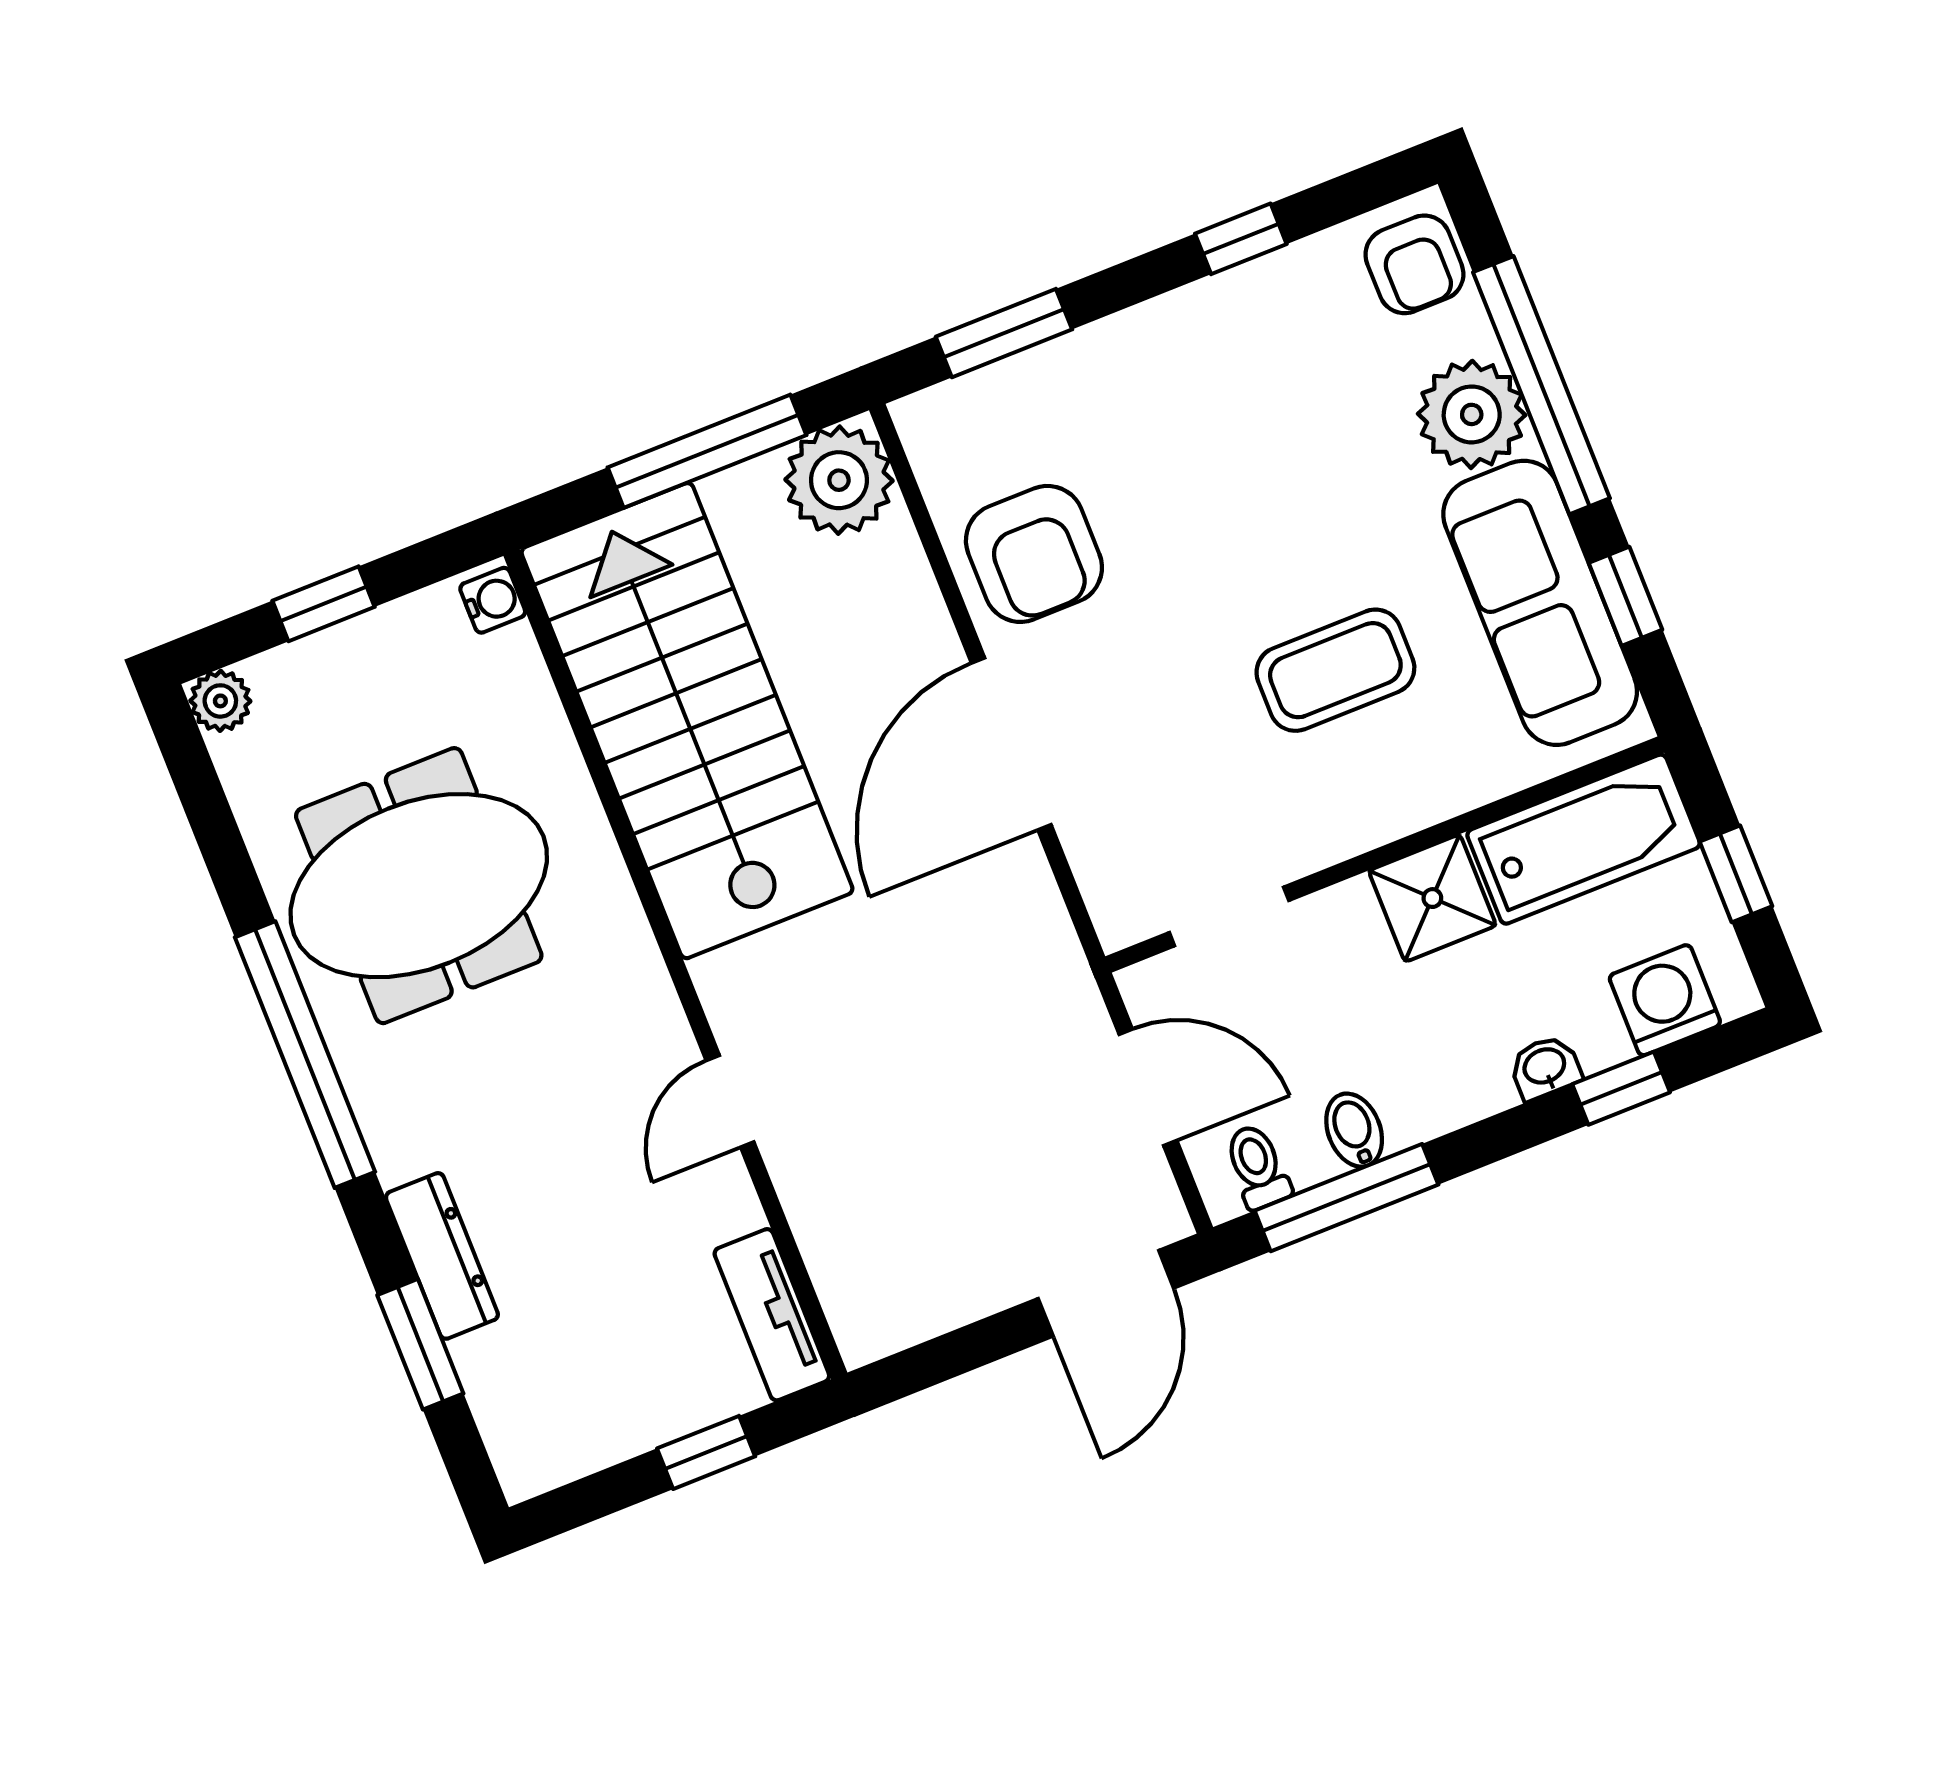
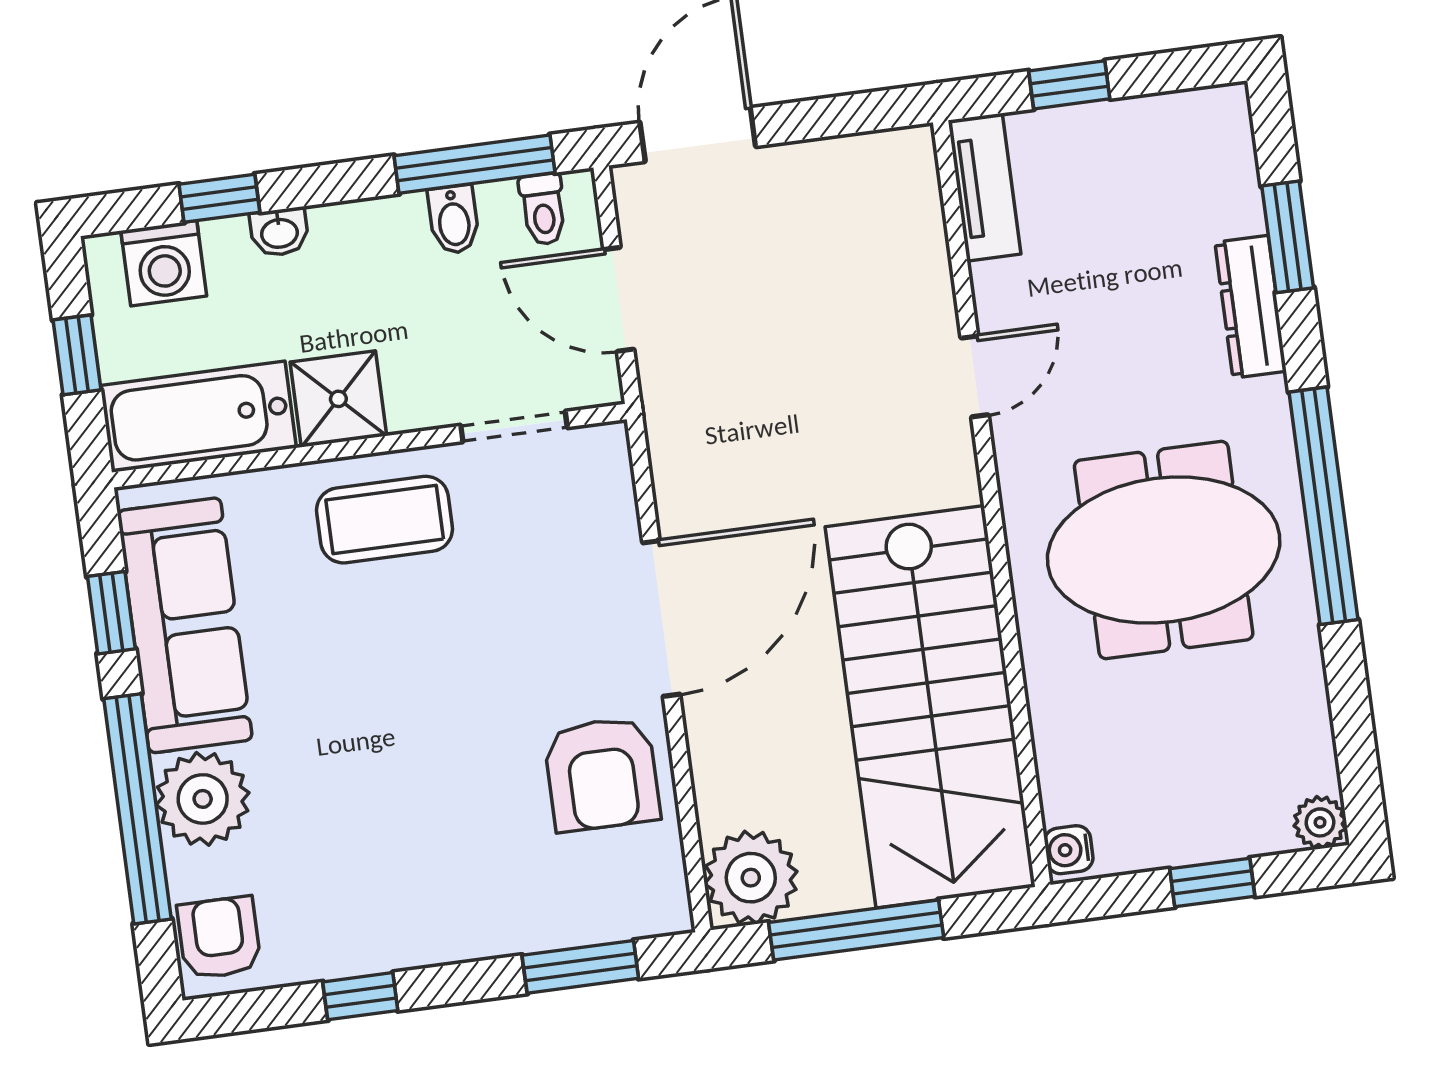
armchair: (1034, 554) -> (602, 774), turned 180
coffee table: (1335, 670) -> (385, 520), moved
meeting table: (419, 886) -> (1164, 550), moved

